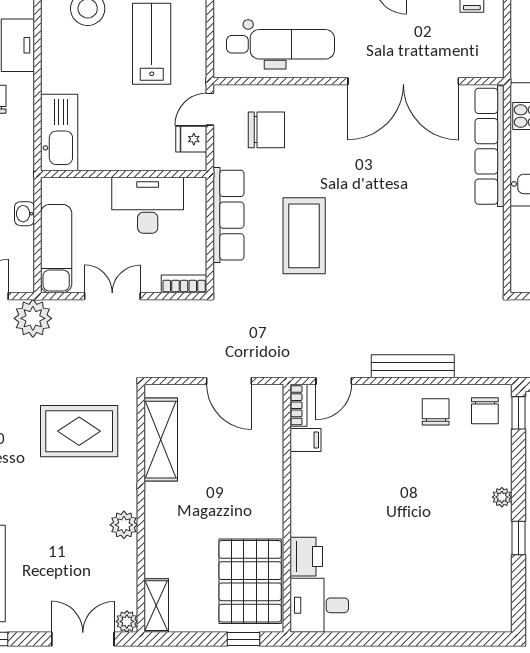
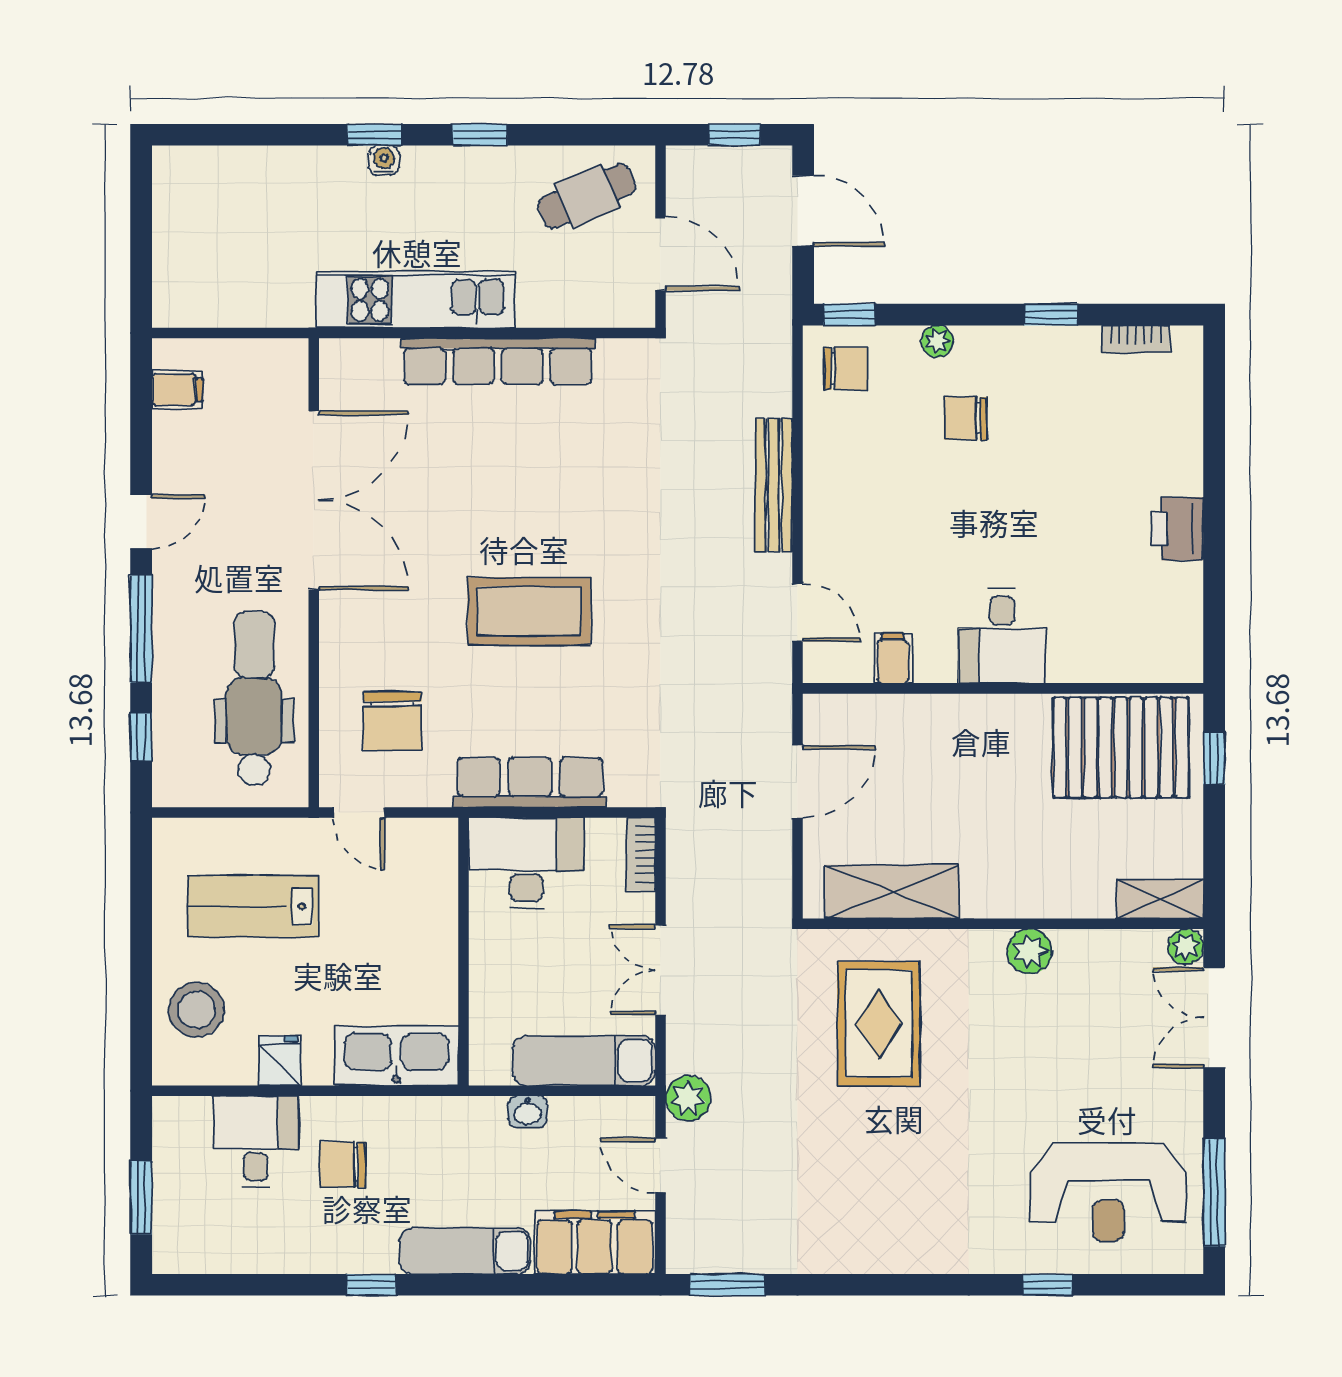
chair: (266, 130) -> (392, 721), turned 180
fridge: (191, 139) -> (280, 1061), moved, turned 180
row of seats: (489, 146) -> (498, 361), moved
desk: (148, 205) -> (526, 863), moved, turned 90
coffee table: (304, 236) -> (529, 611), moved
plant: (33, 318) -> (688, 1098), width x0.73, depth x0.73
bookcase: (298, 405) -> (1136, 339), moved, turned 180
chair: (436, 412) -> (965, 419), moved
plant: (502, 497) -> (937, 341), moved
printer: (306, 557) -> (1177, 529), moved, turned -90
desk: (319, 605) -> (1002, 636), moved

